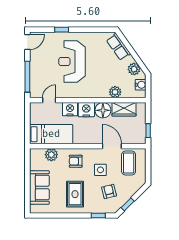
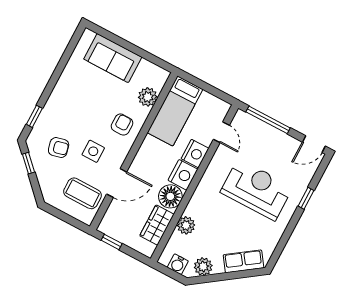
door: (27, 42) -> (314, 144), hinge flipped
rug: (75, 194) -> (79, 101), removed

